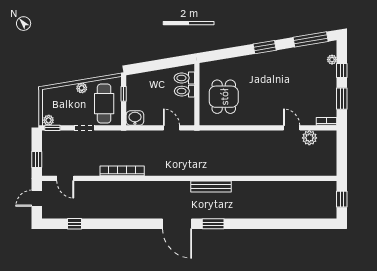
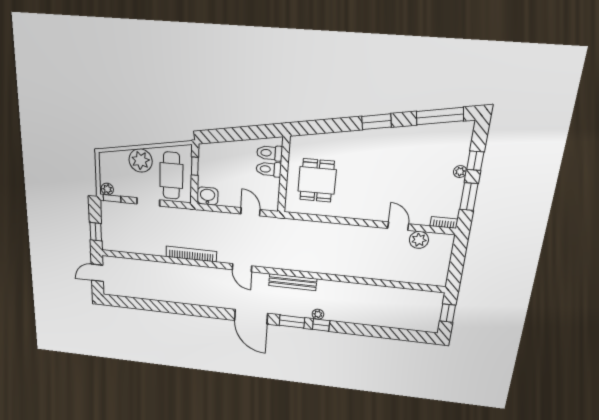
plant: (332, 60) -> (460, 172), moved
plant: (82, 88) -> (141, 161), width x1.88, depth x1.88
door: (65, 178) -> (242, 268), moved
plant: (235, 214) -> (318, 314), added
window: (75, 224) -> (321, 325), moved

